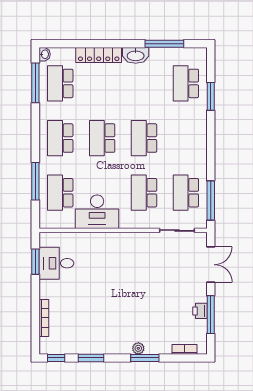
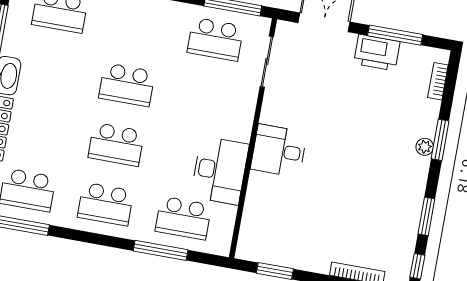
school desk: (144, 193) -> (205, 99), removed
desk: (56, 263) -> (279, 151), moved, turned 90
printer: (200, 311) -> (377, 53), width x1.87, depth x1.48

